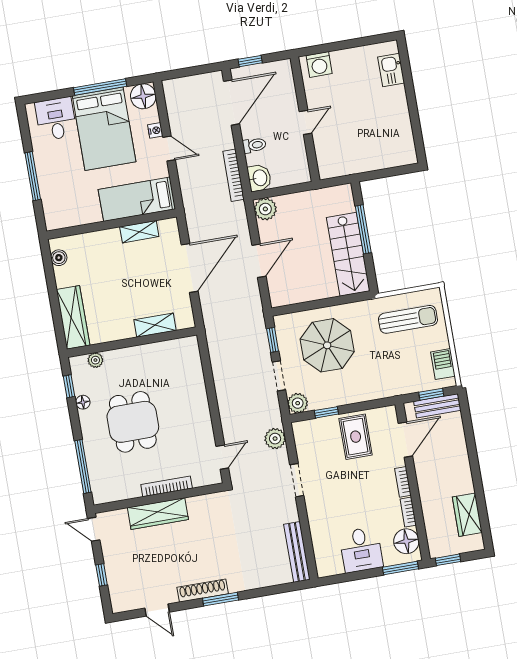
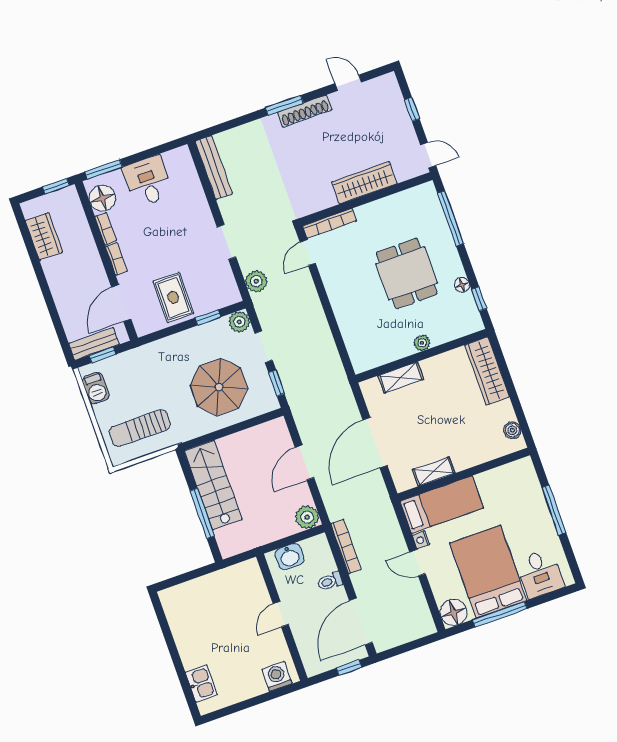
nightstand: (155, 130) -> (421, 540), moved
washbasin: (259, 178) -> (290, 557), moved, turned -90
plant: (95, 360) -> (422, 343), moved
bookcase: (167, 486) -> (330, 223), moved

